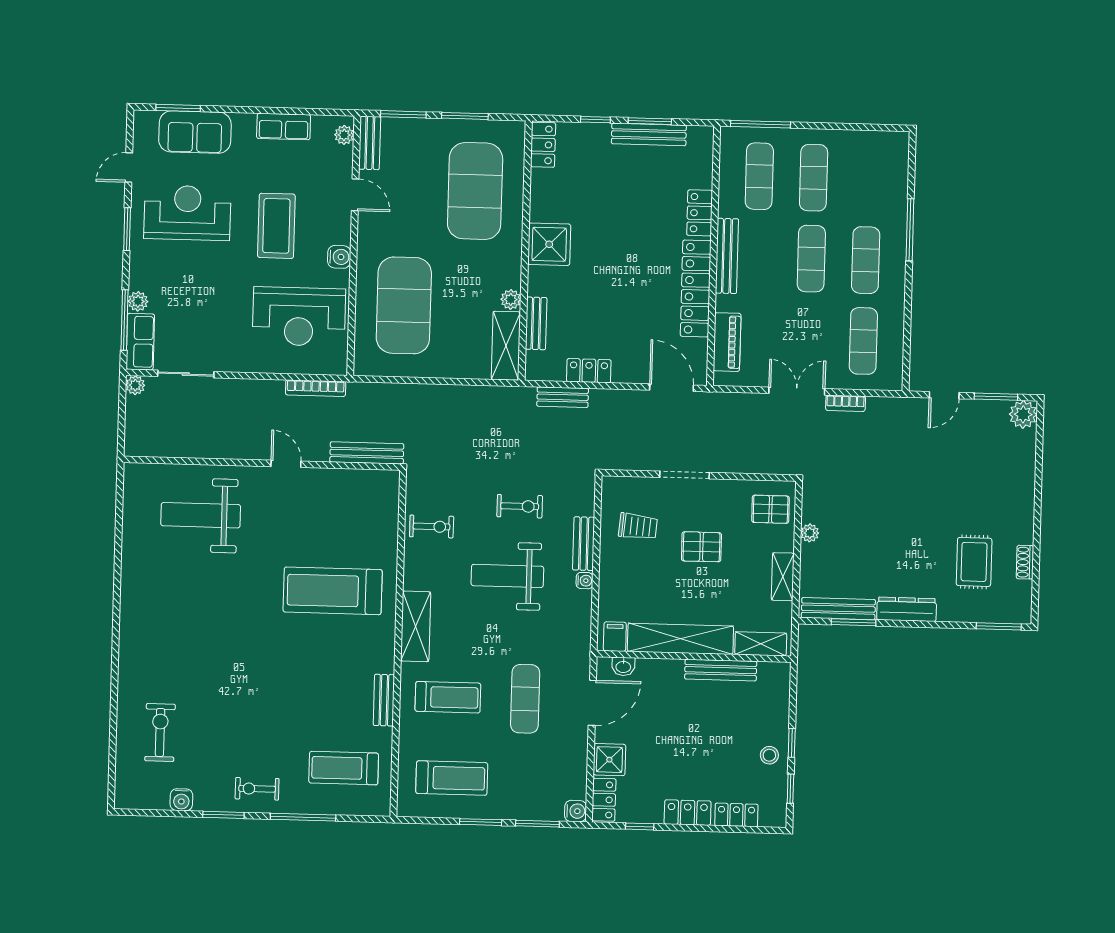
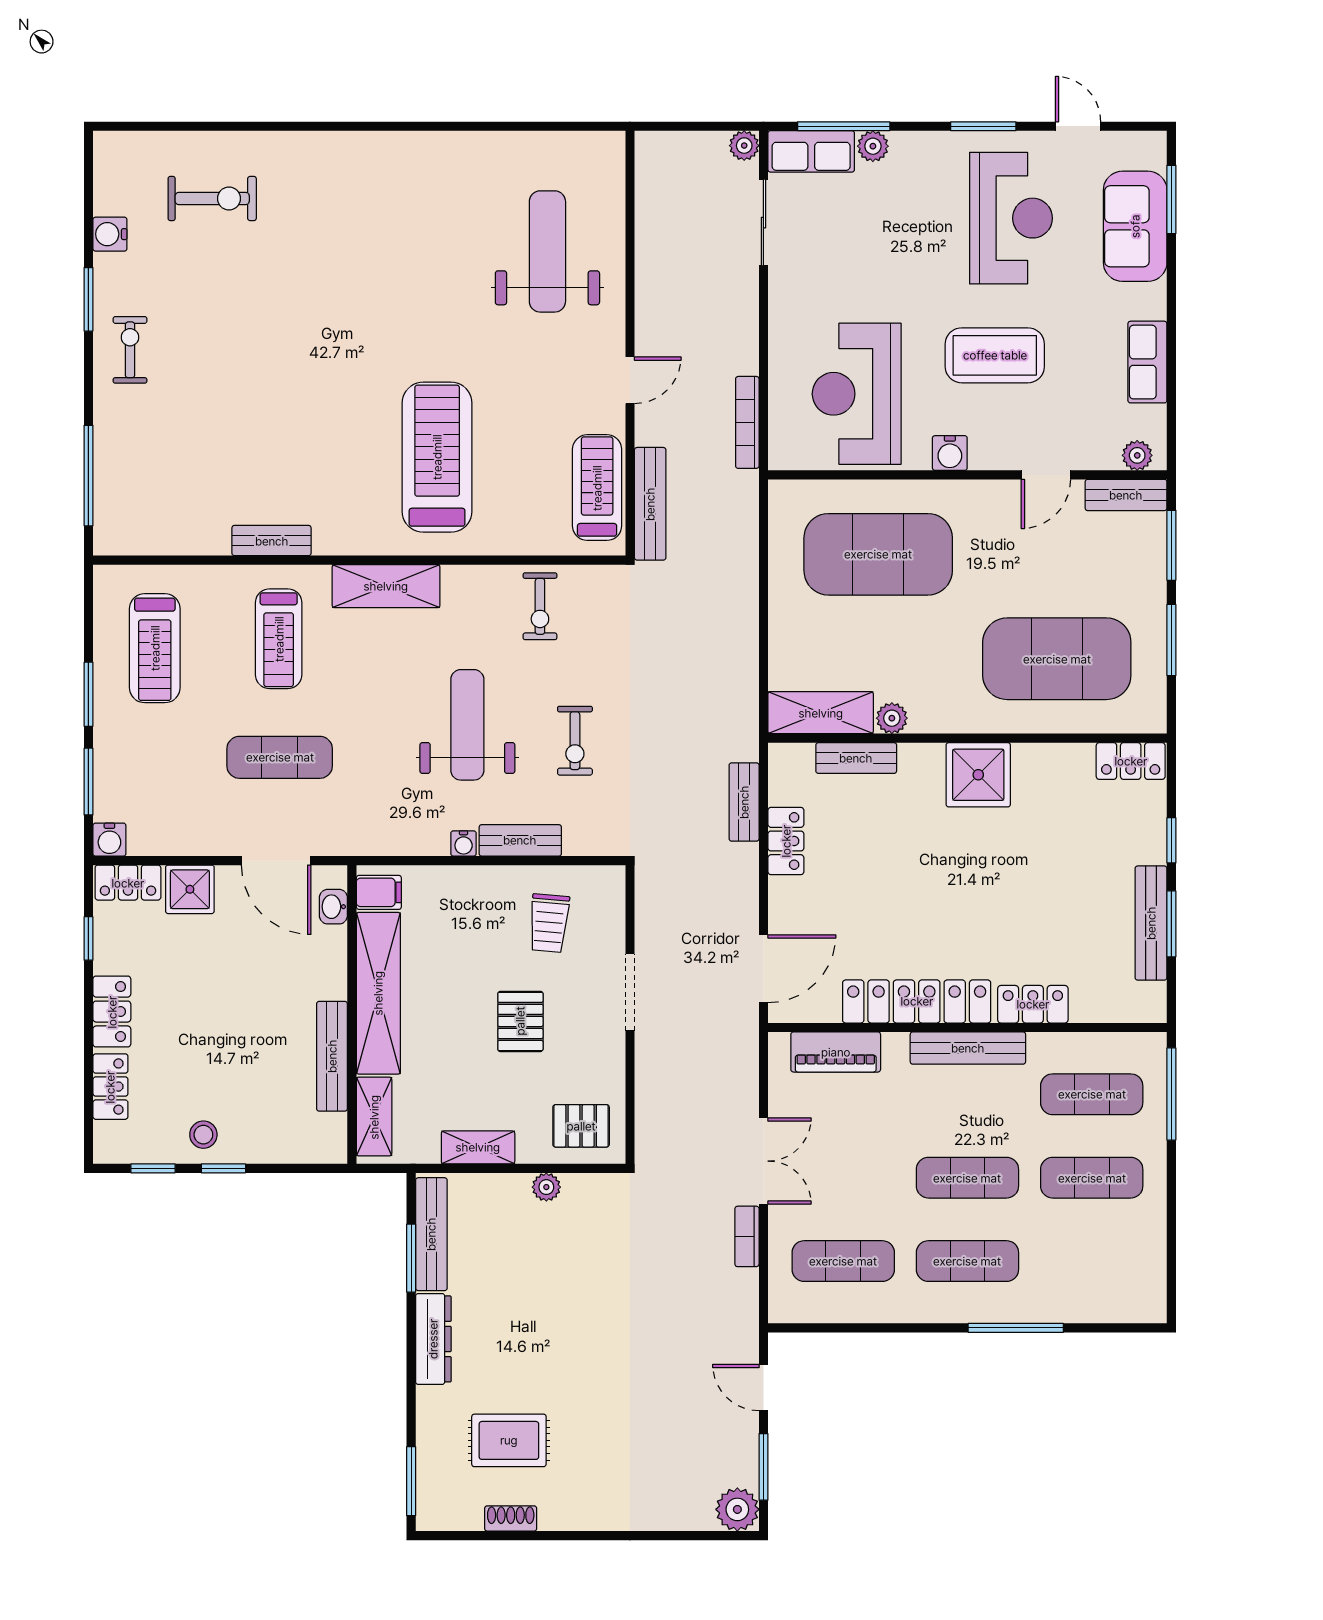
pallet: (771, 509) -> (581, 1126), turned 90
treadmill: (344, 768) -> (597, 488), moved
window: (303, 817) -> (88, 476), moved

